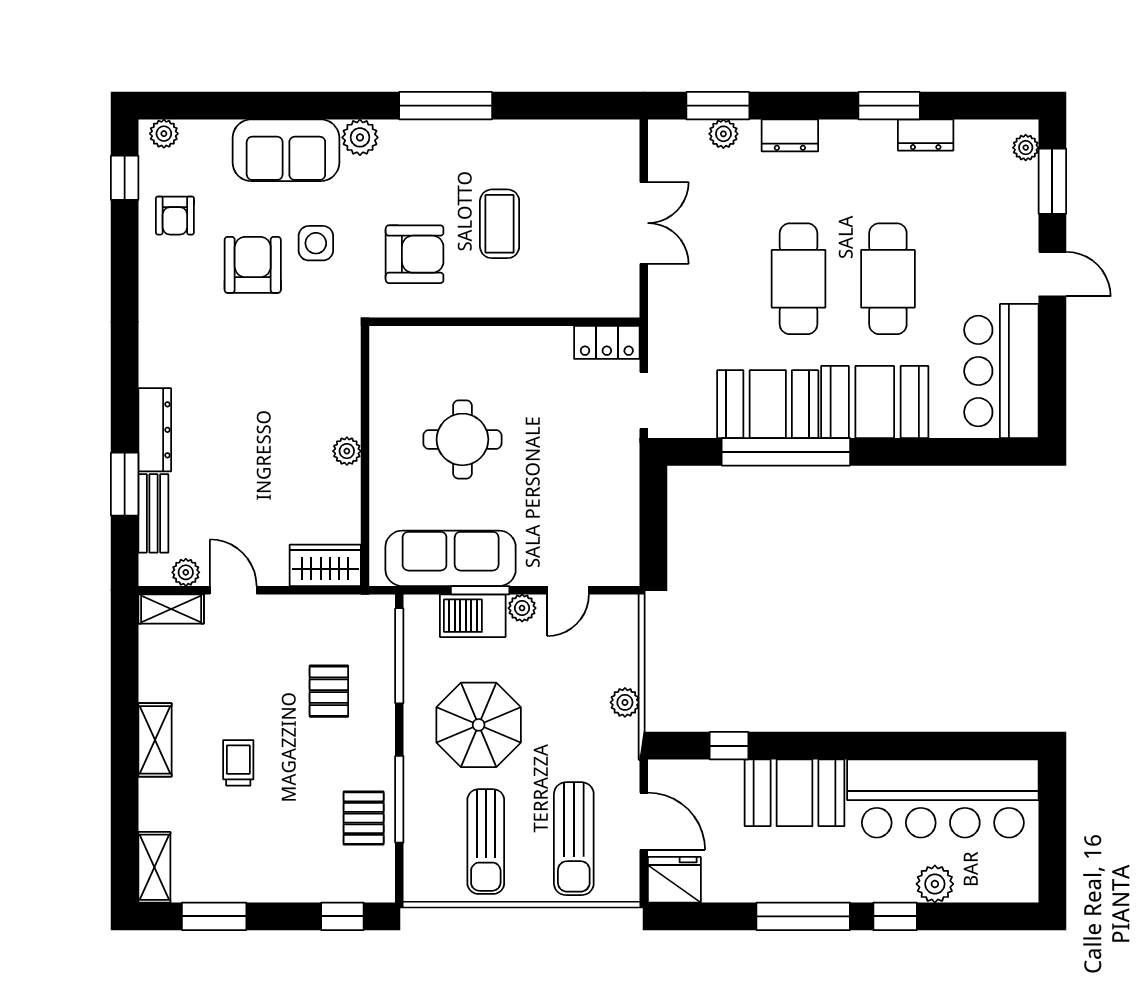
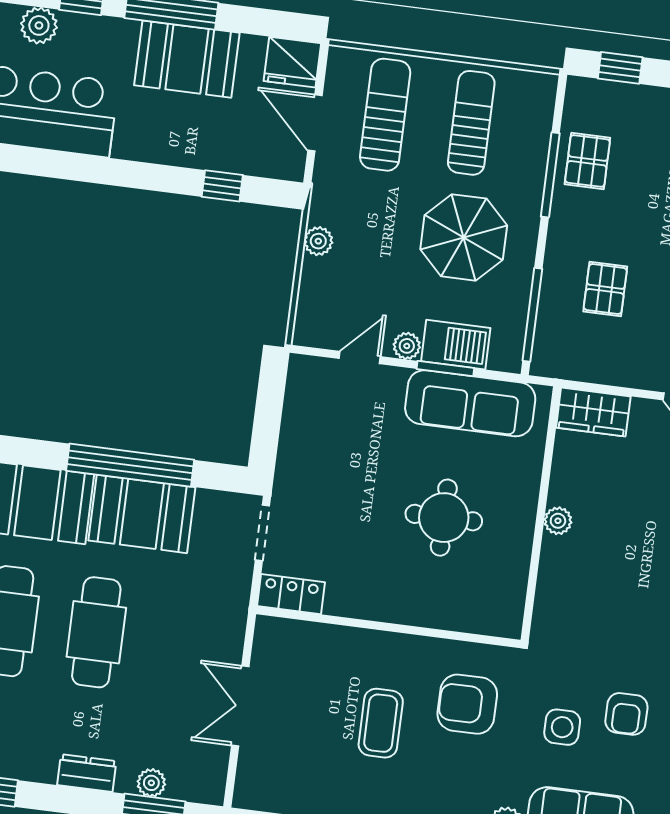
armchair: (253, 265) -> (626, 714), width x0.72, depth x0.72
booth: (795, 793) -> (187, 59), moved

